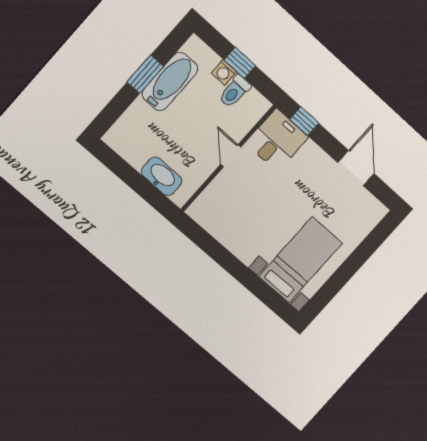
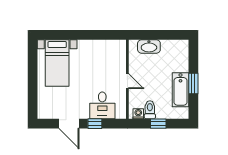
washing machine: (224, 72) -> (138, 114), moved
window: (304, 121) -> (95, 124), moved
desk: (277, 140) -> (102, 105), moved

